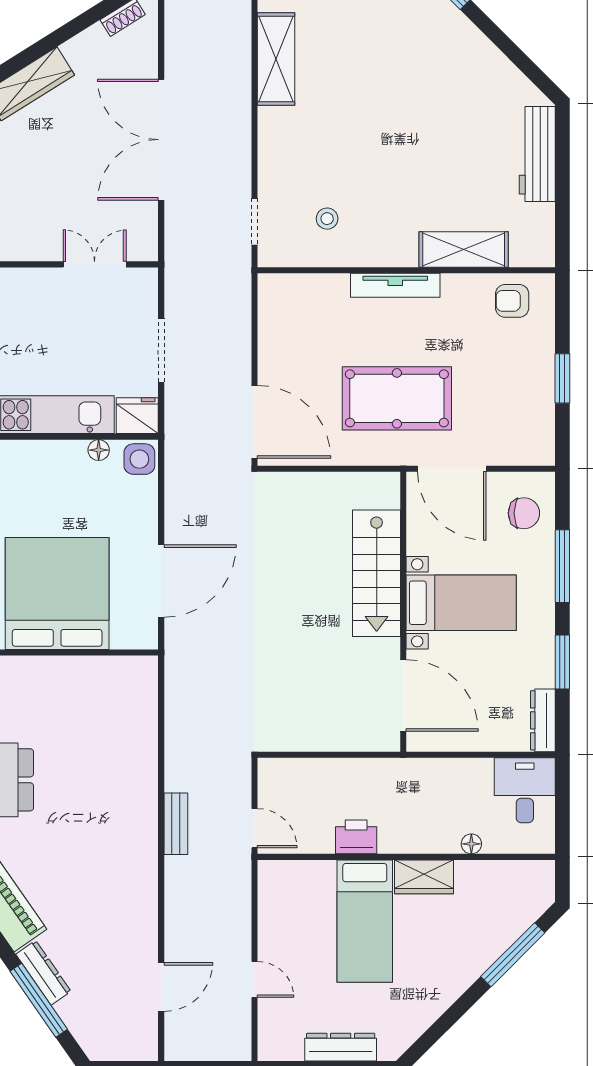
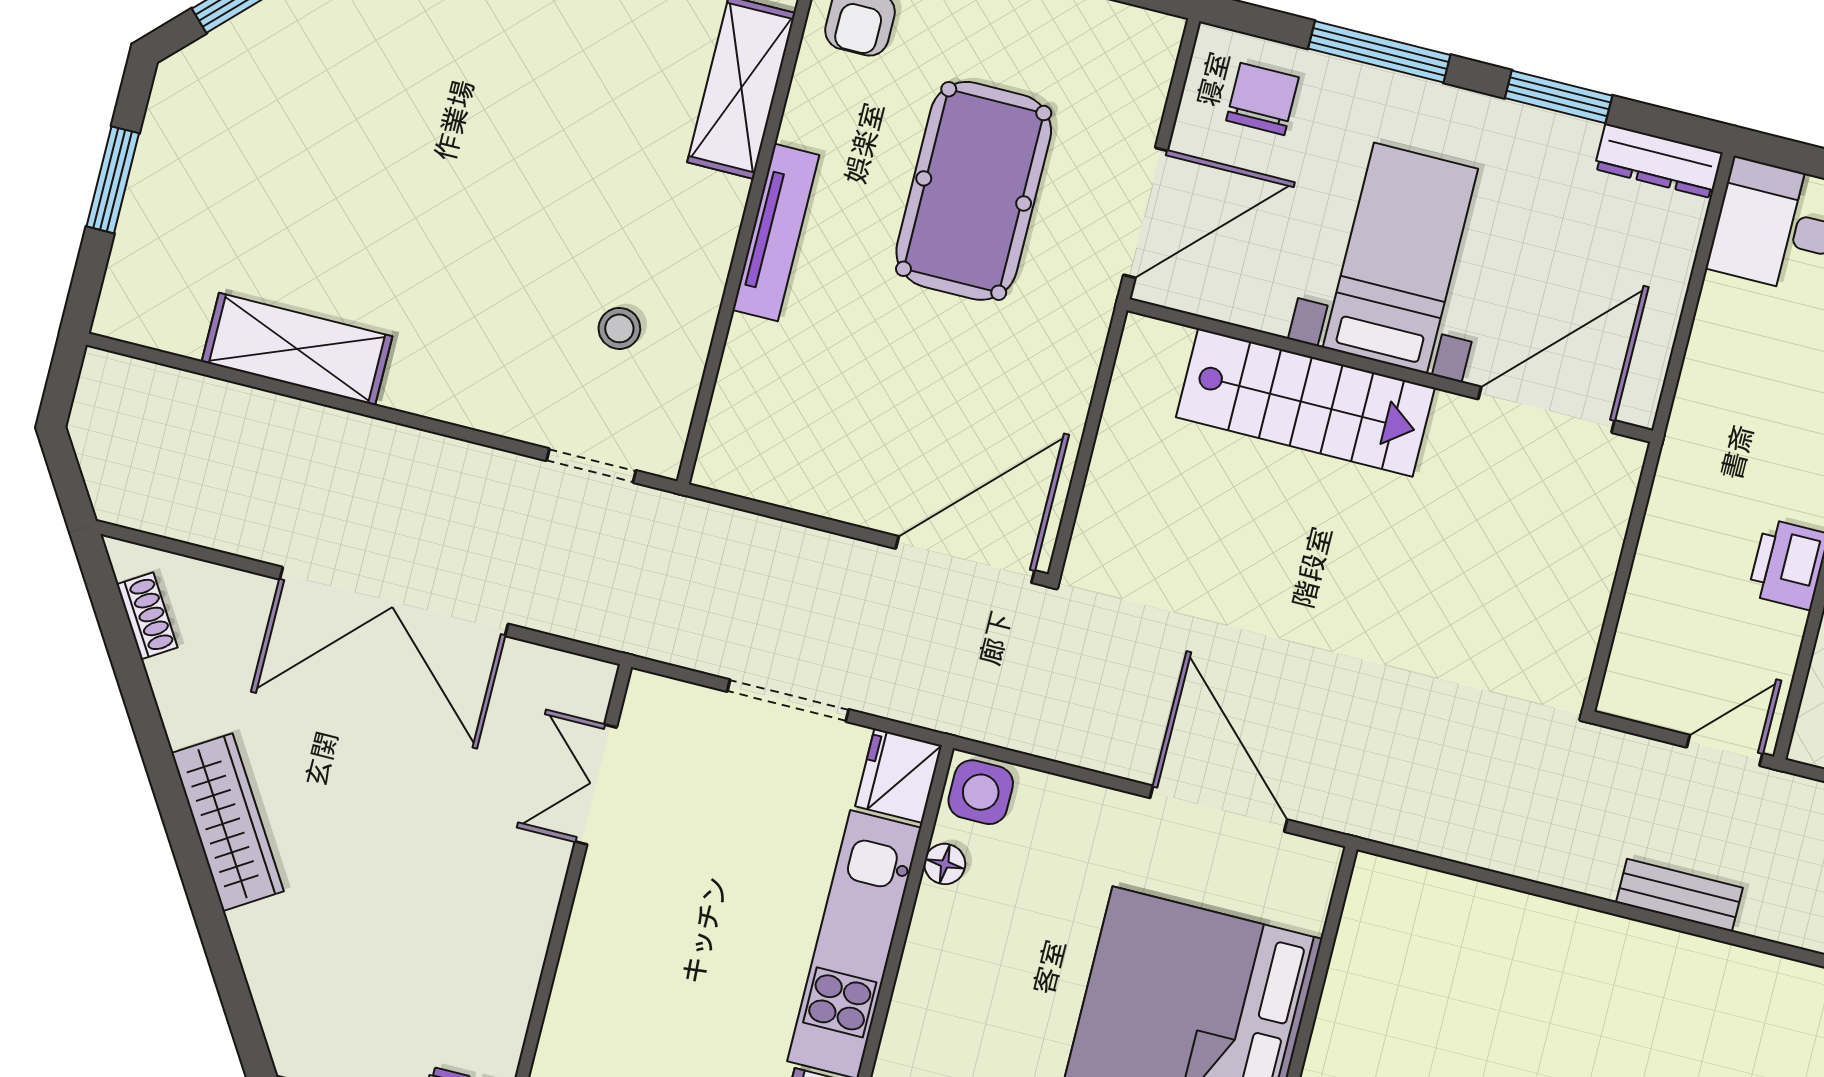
pool table: (397, 398) -> (974, 191), moved

